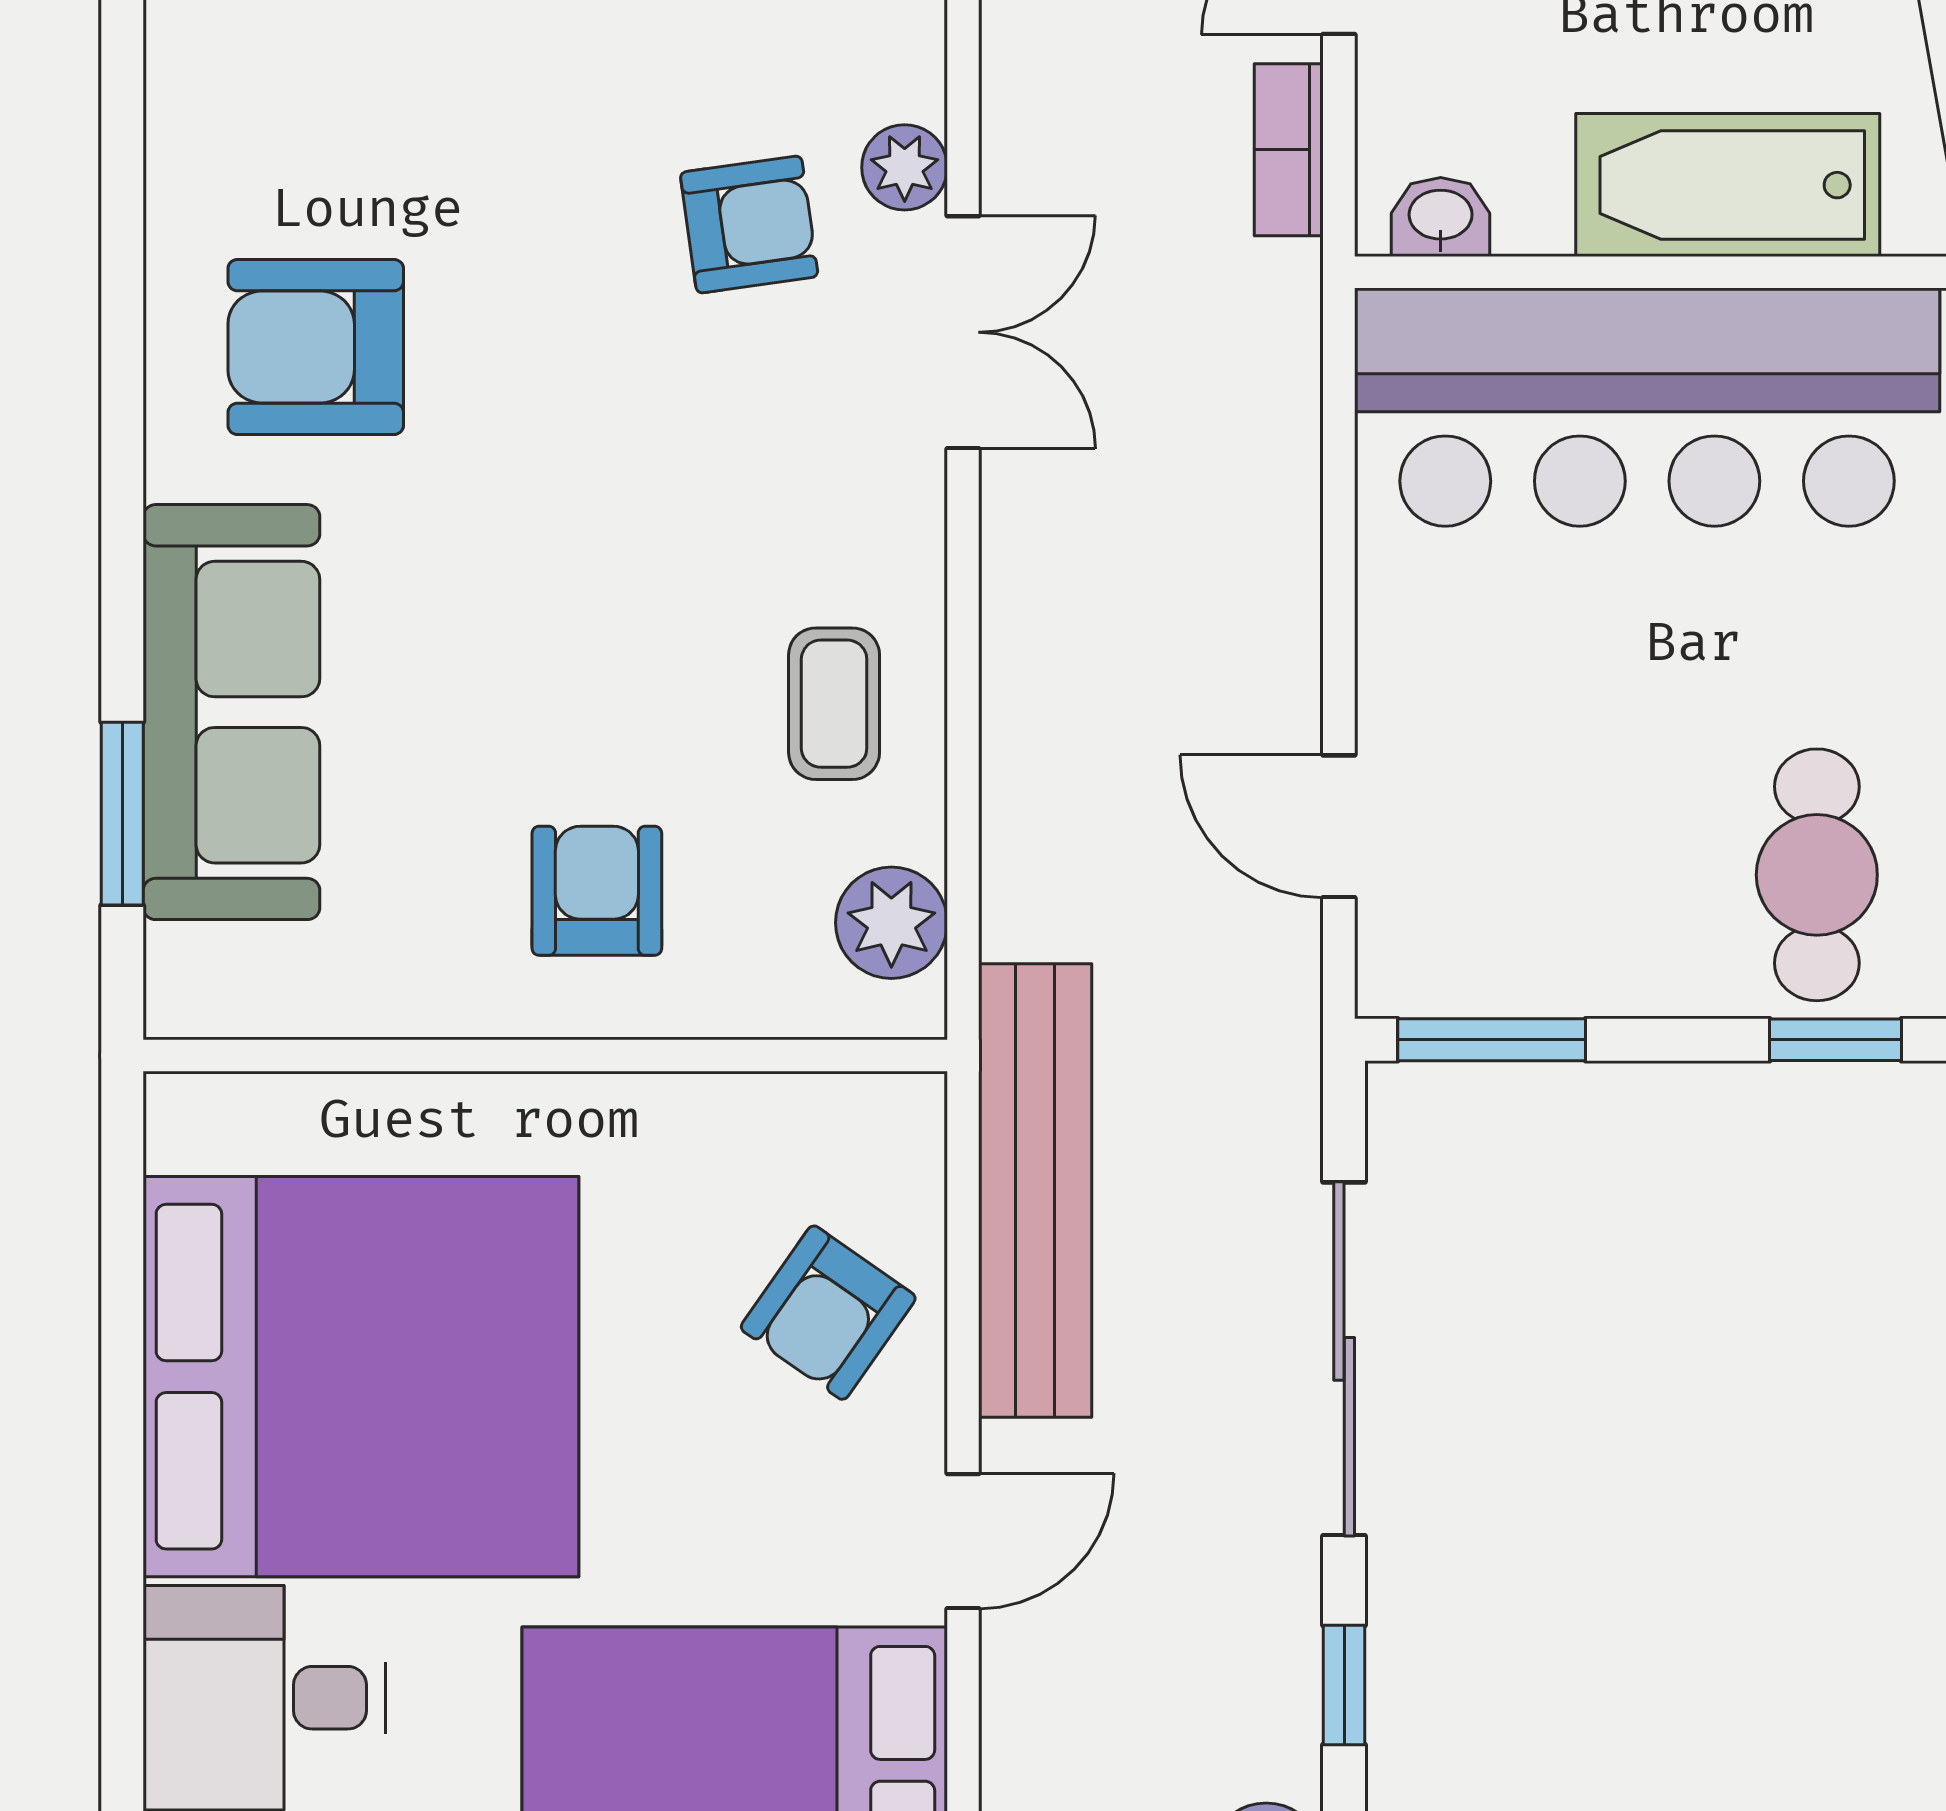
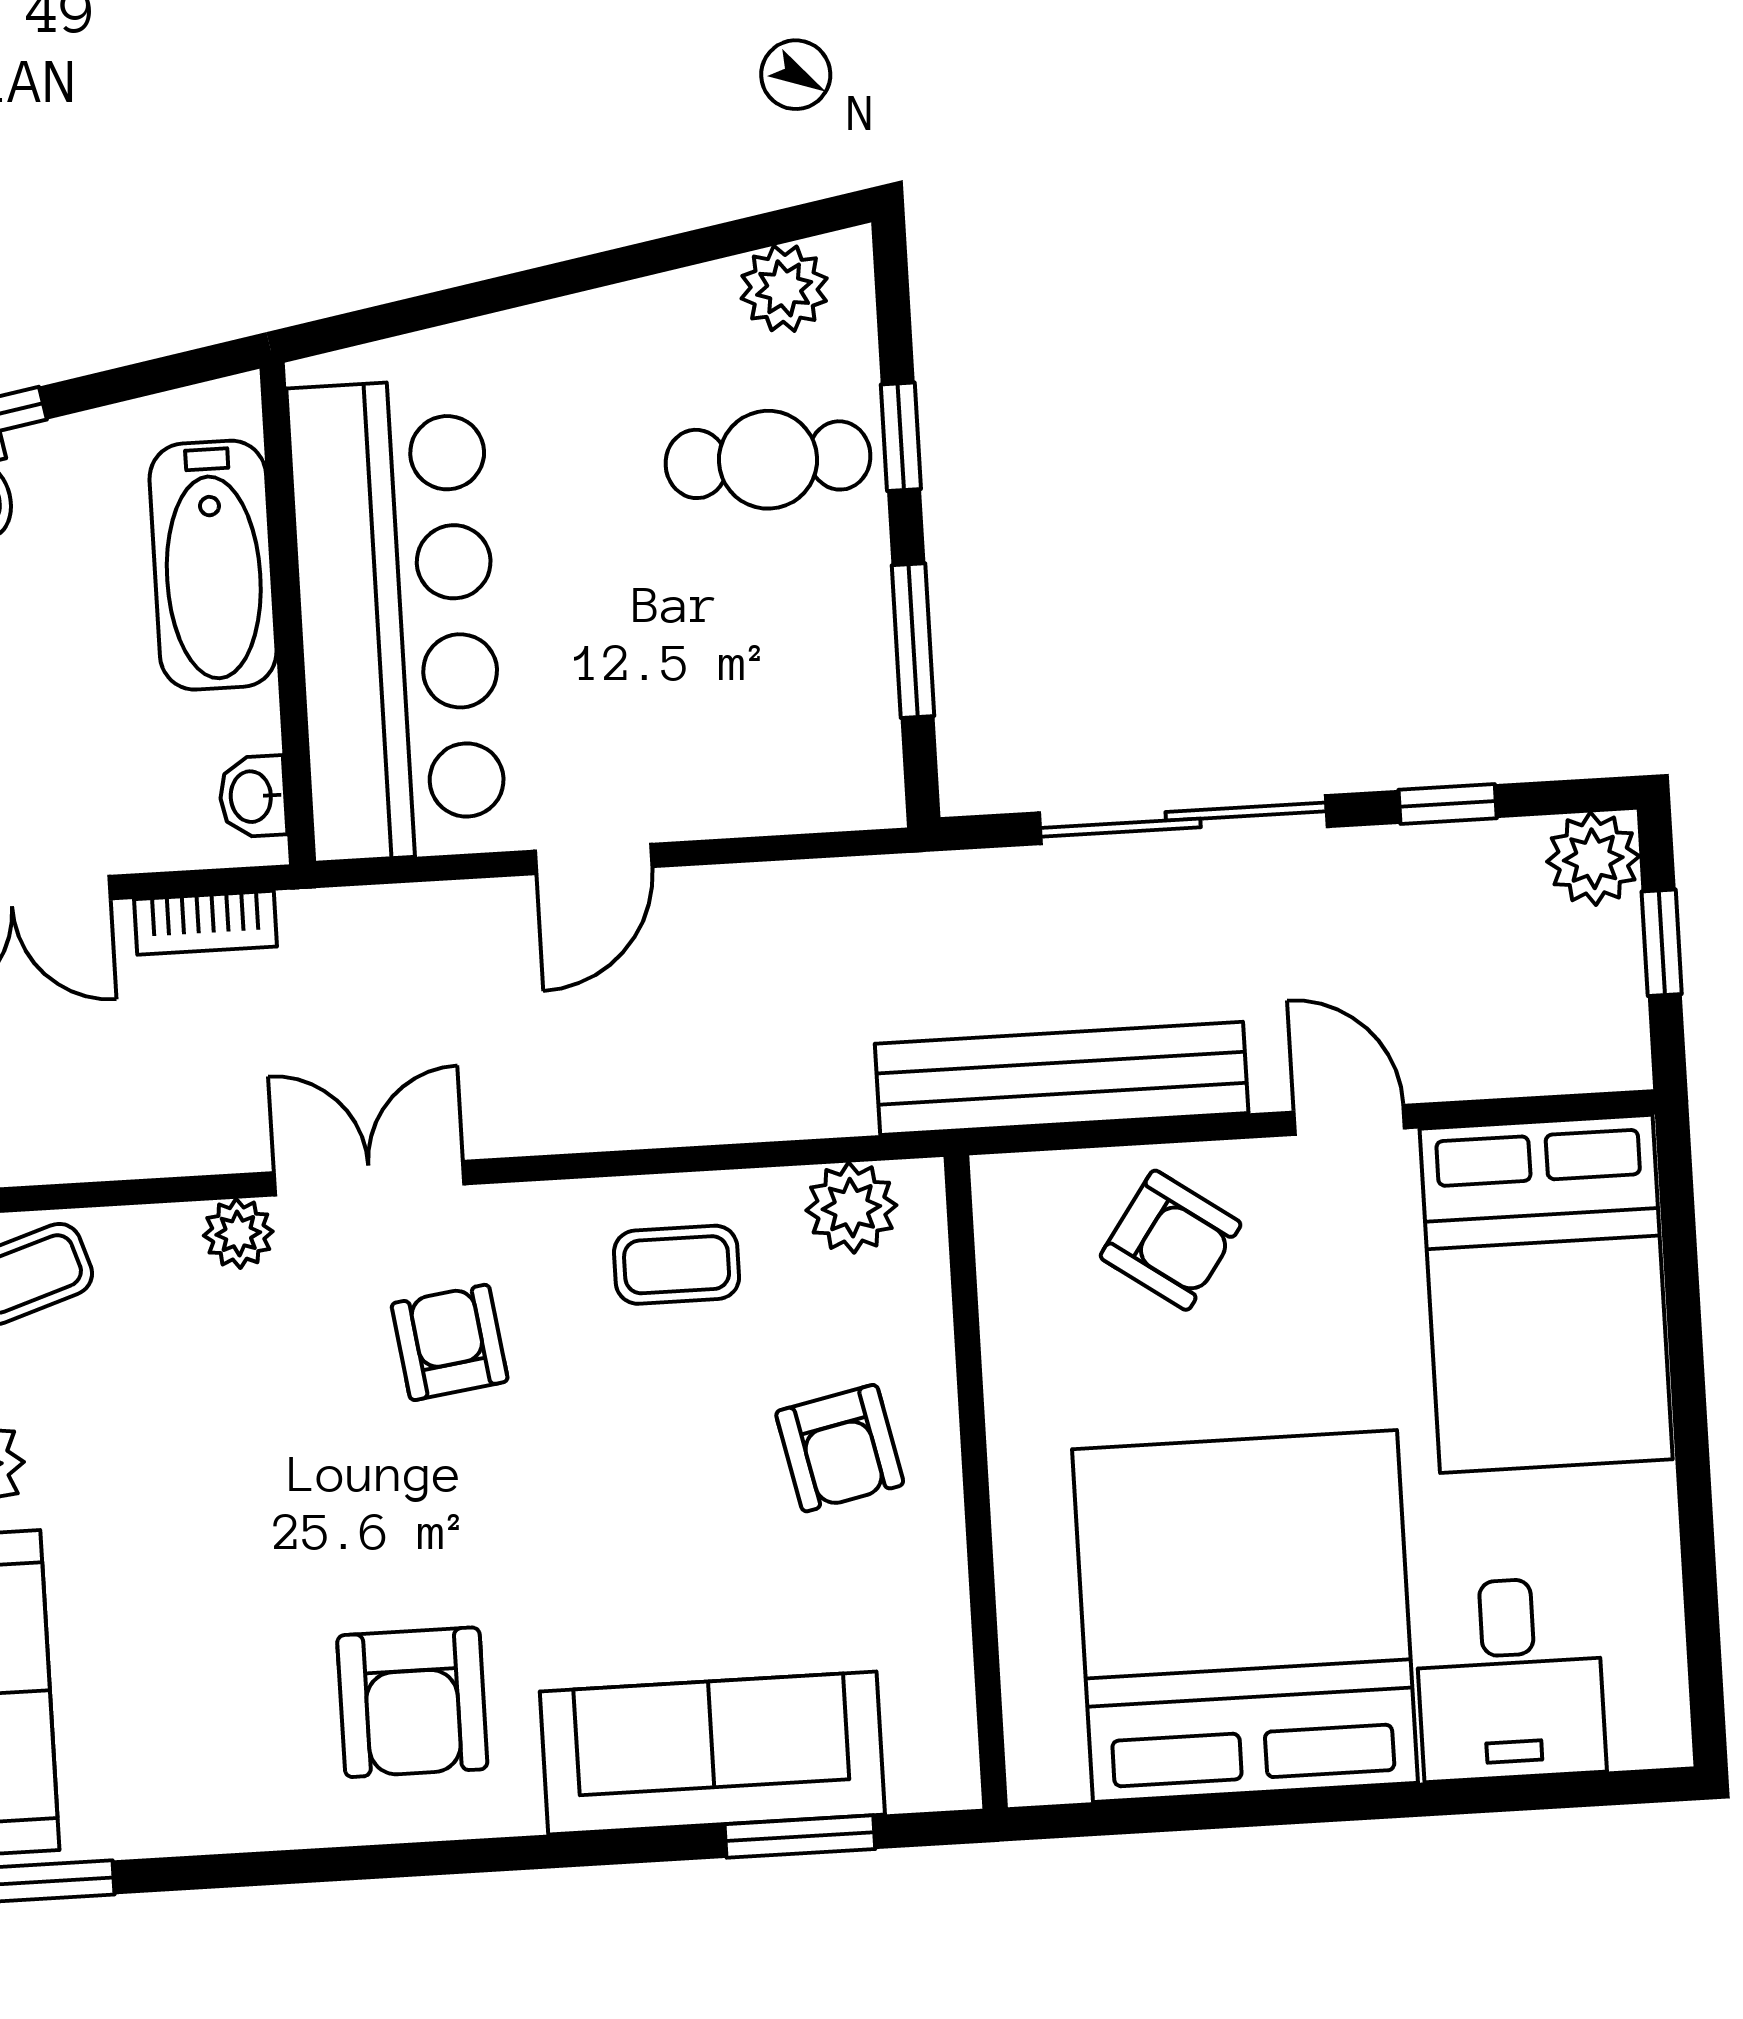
armchair: (749, 225) -> (450, 1342), moved
door: (1339, 826) -> (594, 859), moved
armchair: (597, 891) -> (840, 1448), turned -102
window: (1492, 1040) -> (913, 641), moved

